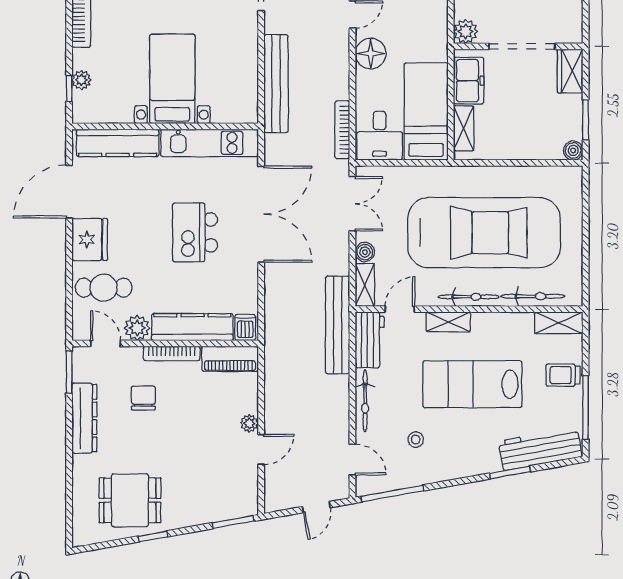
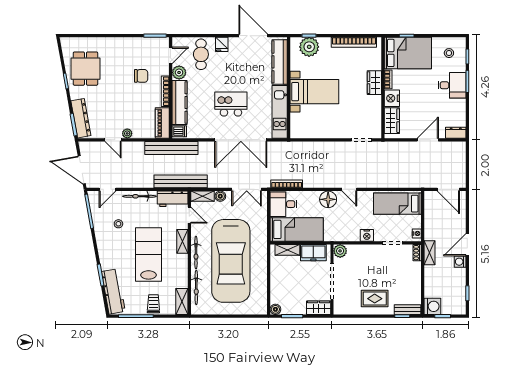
plant: (81, 80) -> (309, 47), width x1.88, depth x1.88
bench: (276, 84) -> (171, 148), moved
fridge: (90, 239) -> (222, 44), width x0.53, depth x0.75
dresser: (84, 418) -> (81, 118), moved, turned -100
door: (316, 507) -> (82, 170), width x1.88

